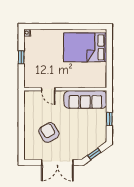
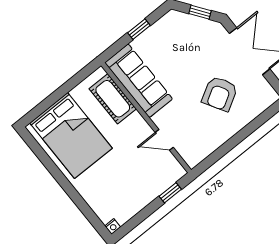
window: (21, 57) -> (170, 193), moved
cot: (87, 81) -> (113, 99), added
door: (48, 89) -> (164, 140), swing flipped

